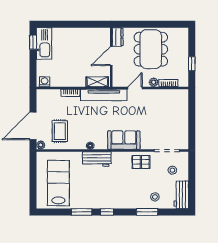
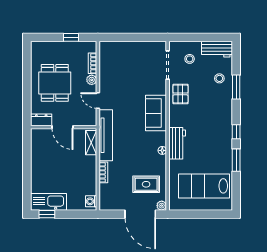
dining table: (151, 49) -> (55, 83), width x0.73

